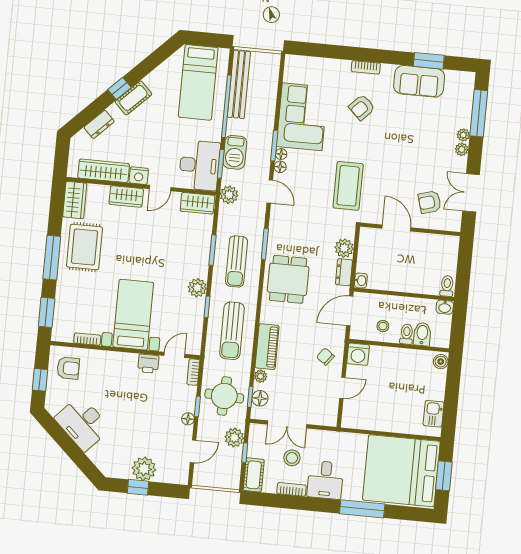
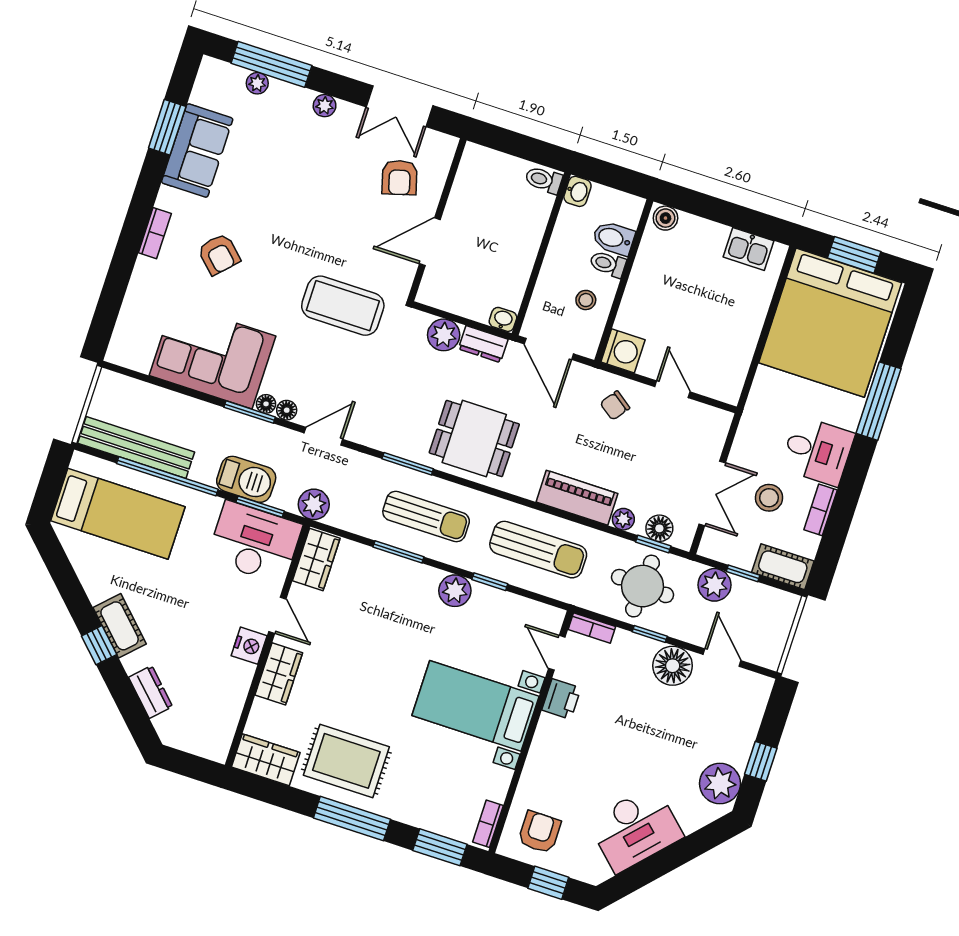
plant: (463, 135) -> (257, 83), moved
wardrobe: (104, 171) -> (228, 702), removed
bookcase: (87, 339) -> (488, 824), moved
floor lamp: (188, 419) -> (673, 666), width x1.89, depth x1.89
plant: (144, 469) -> (720, 783), moved

